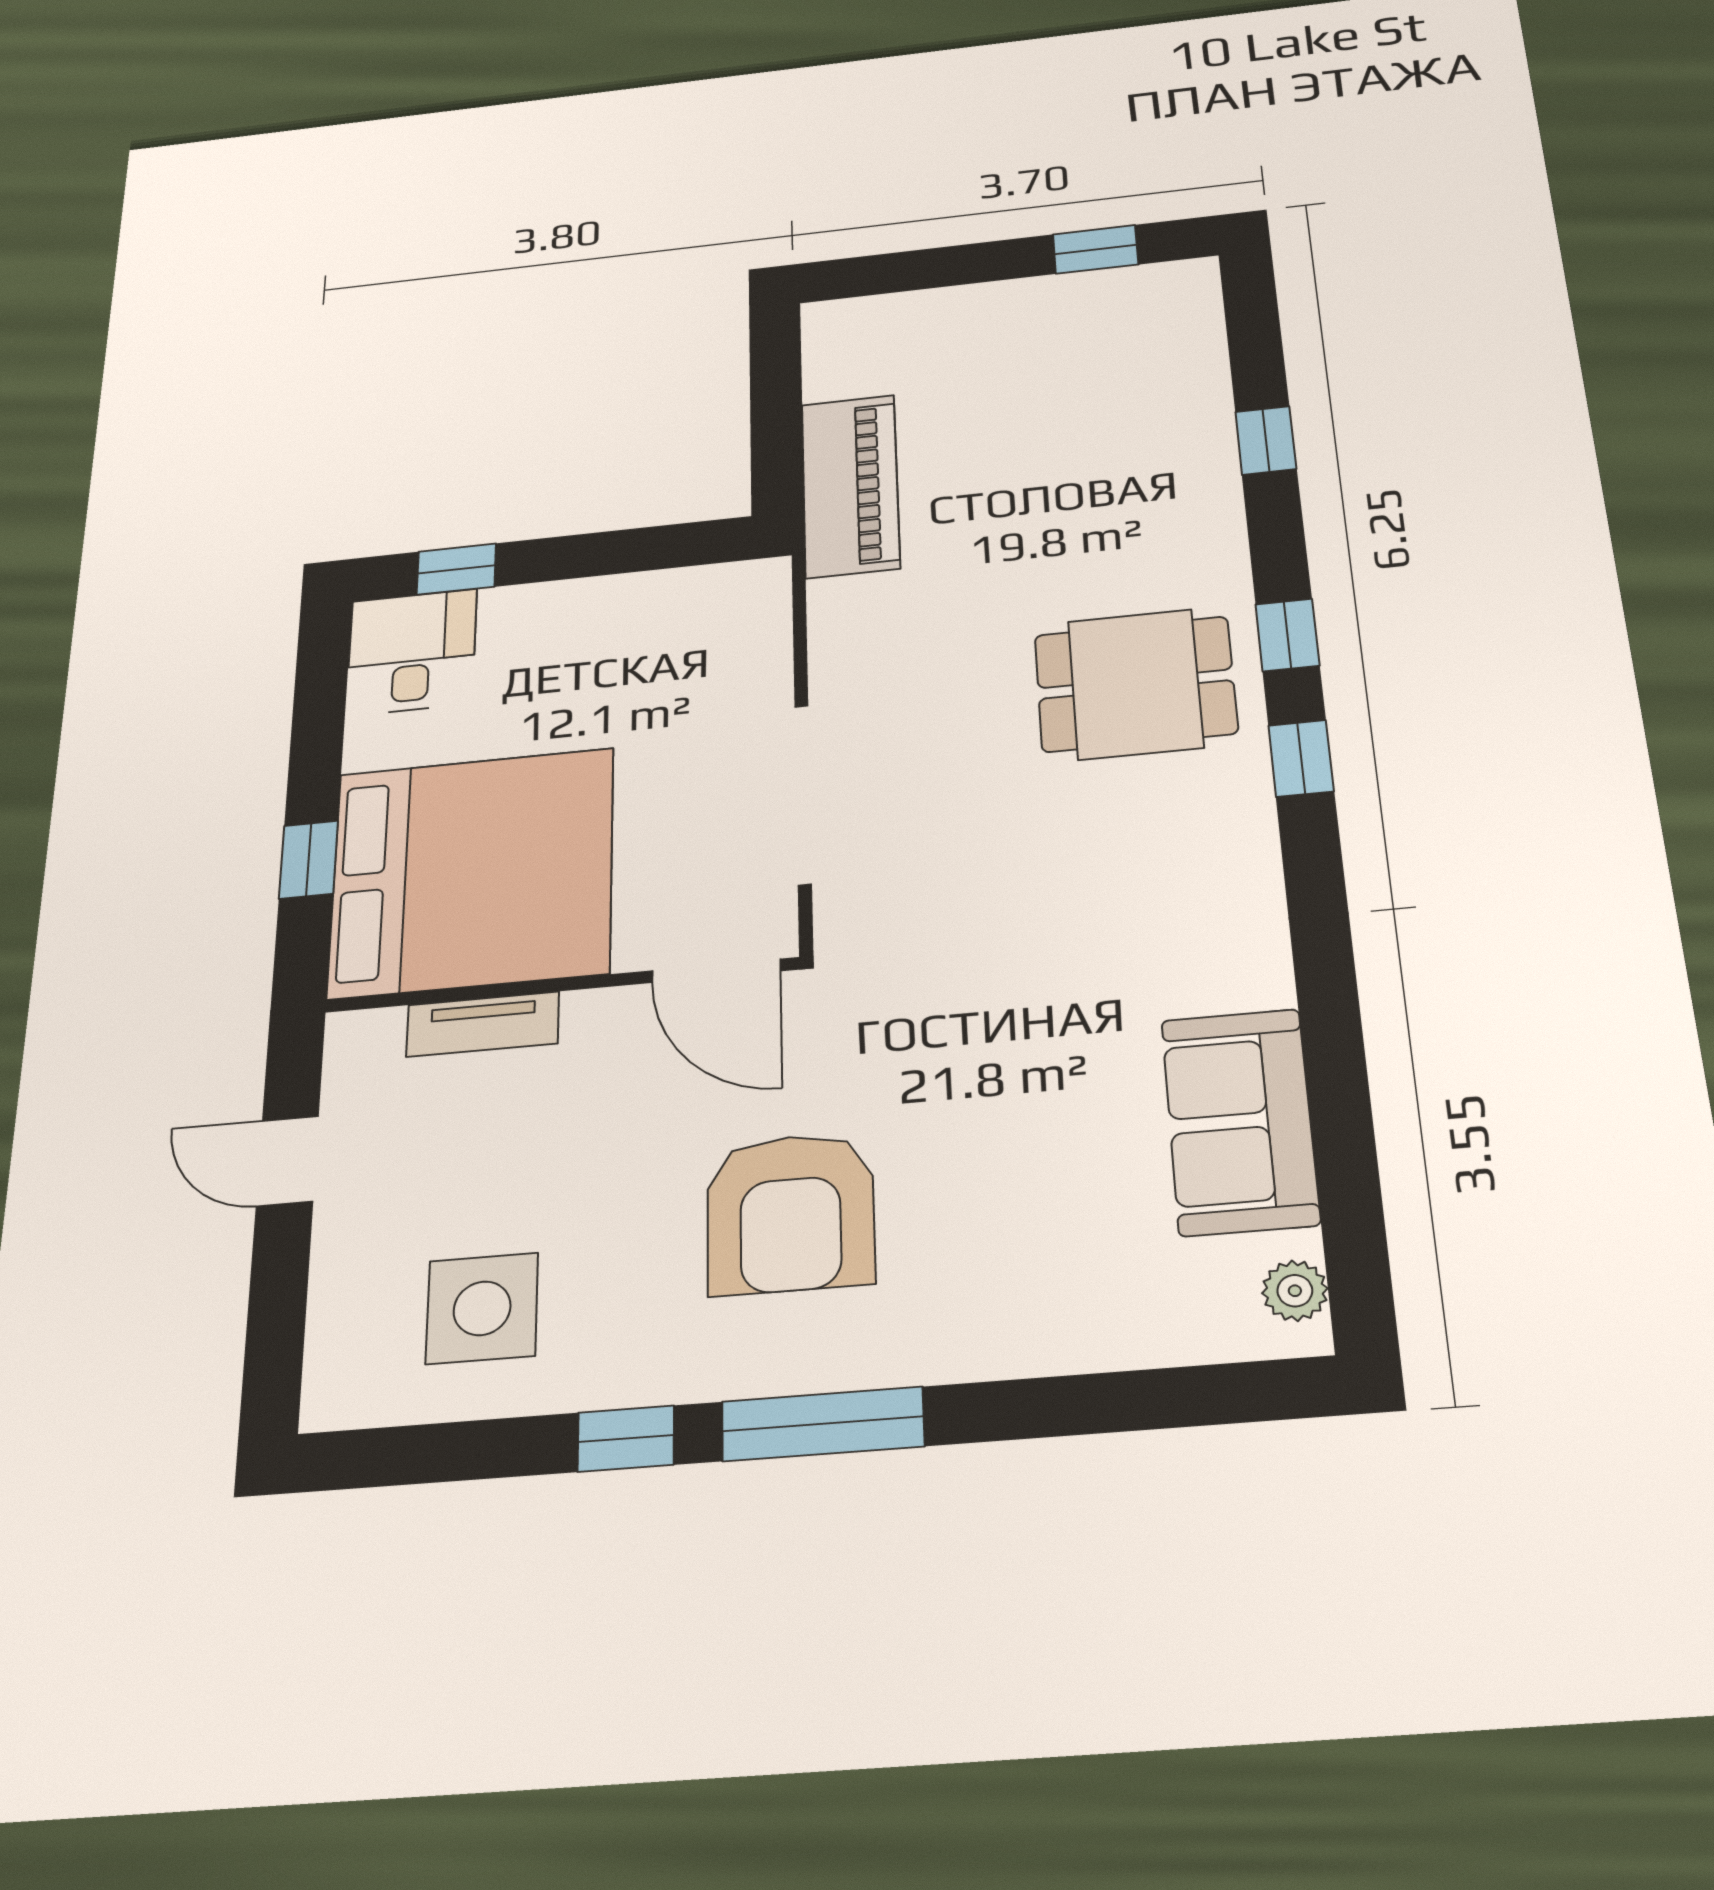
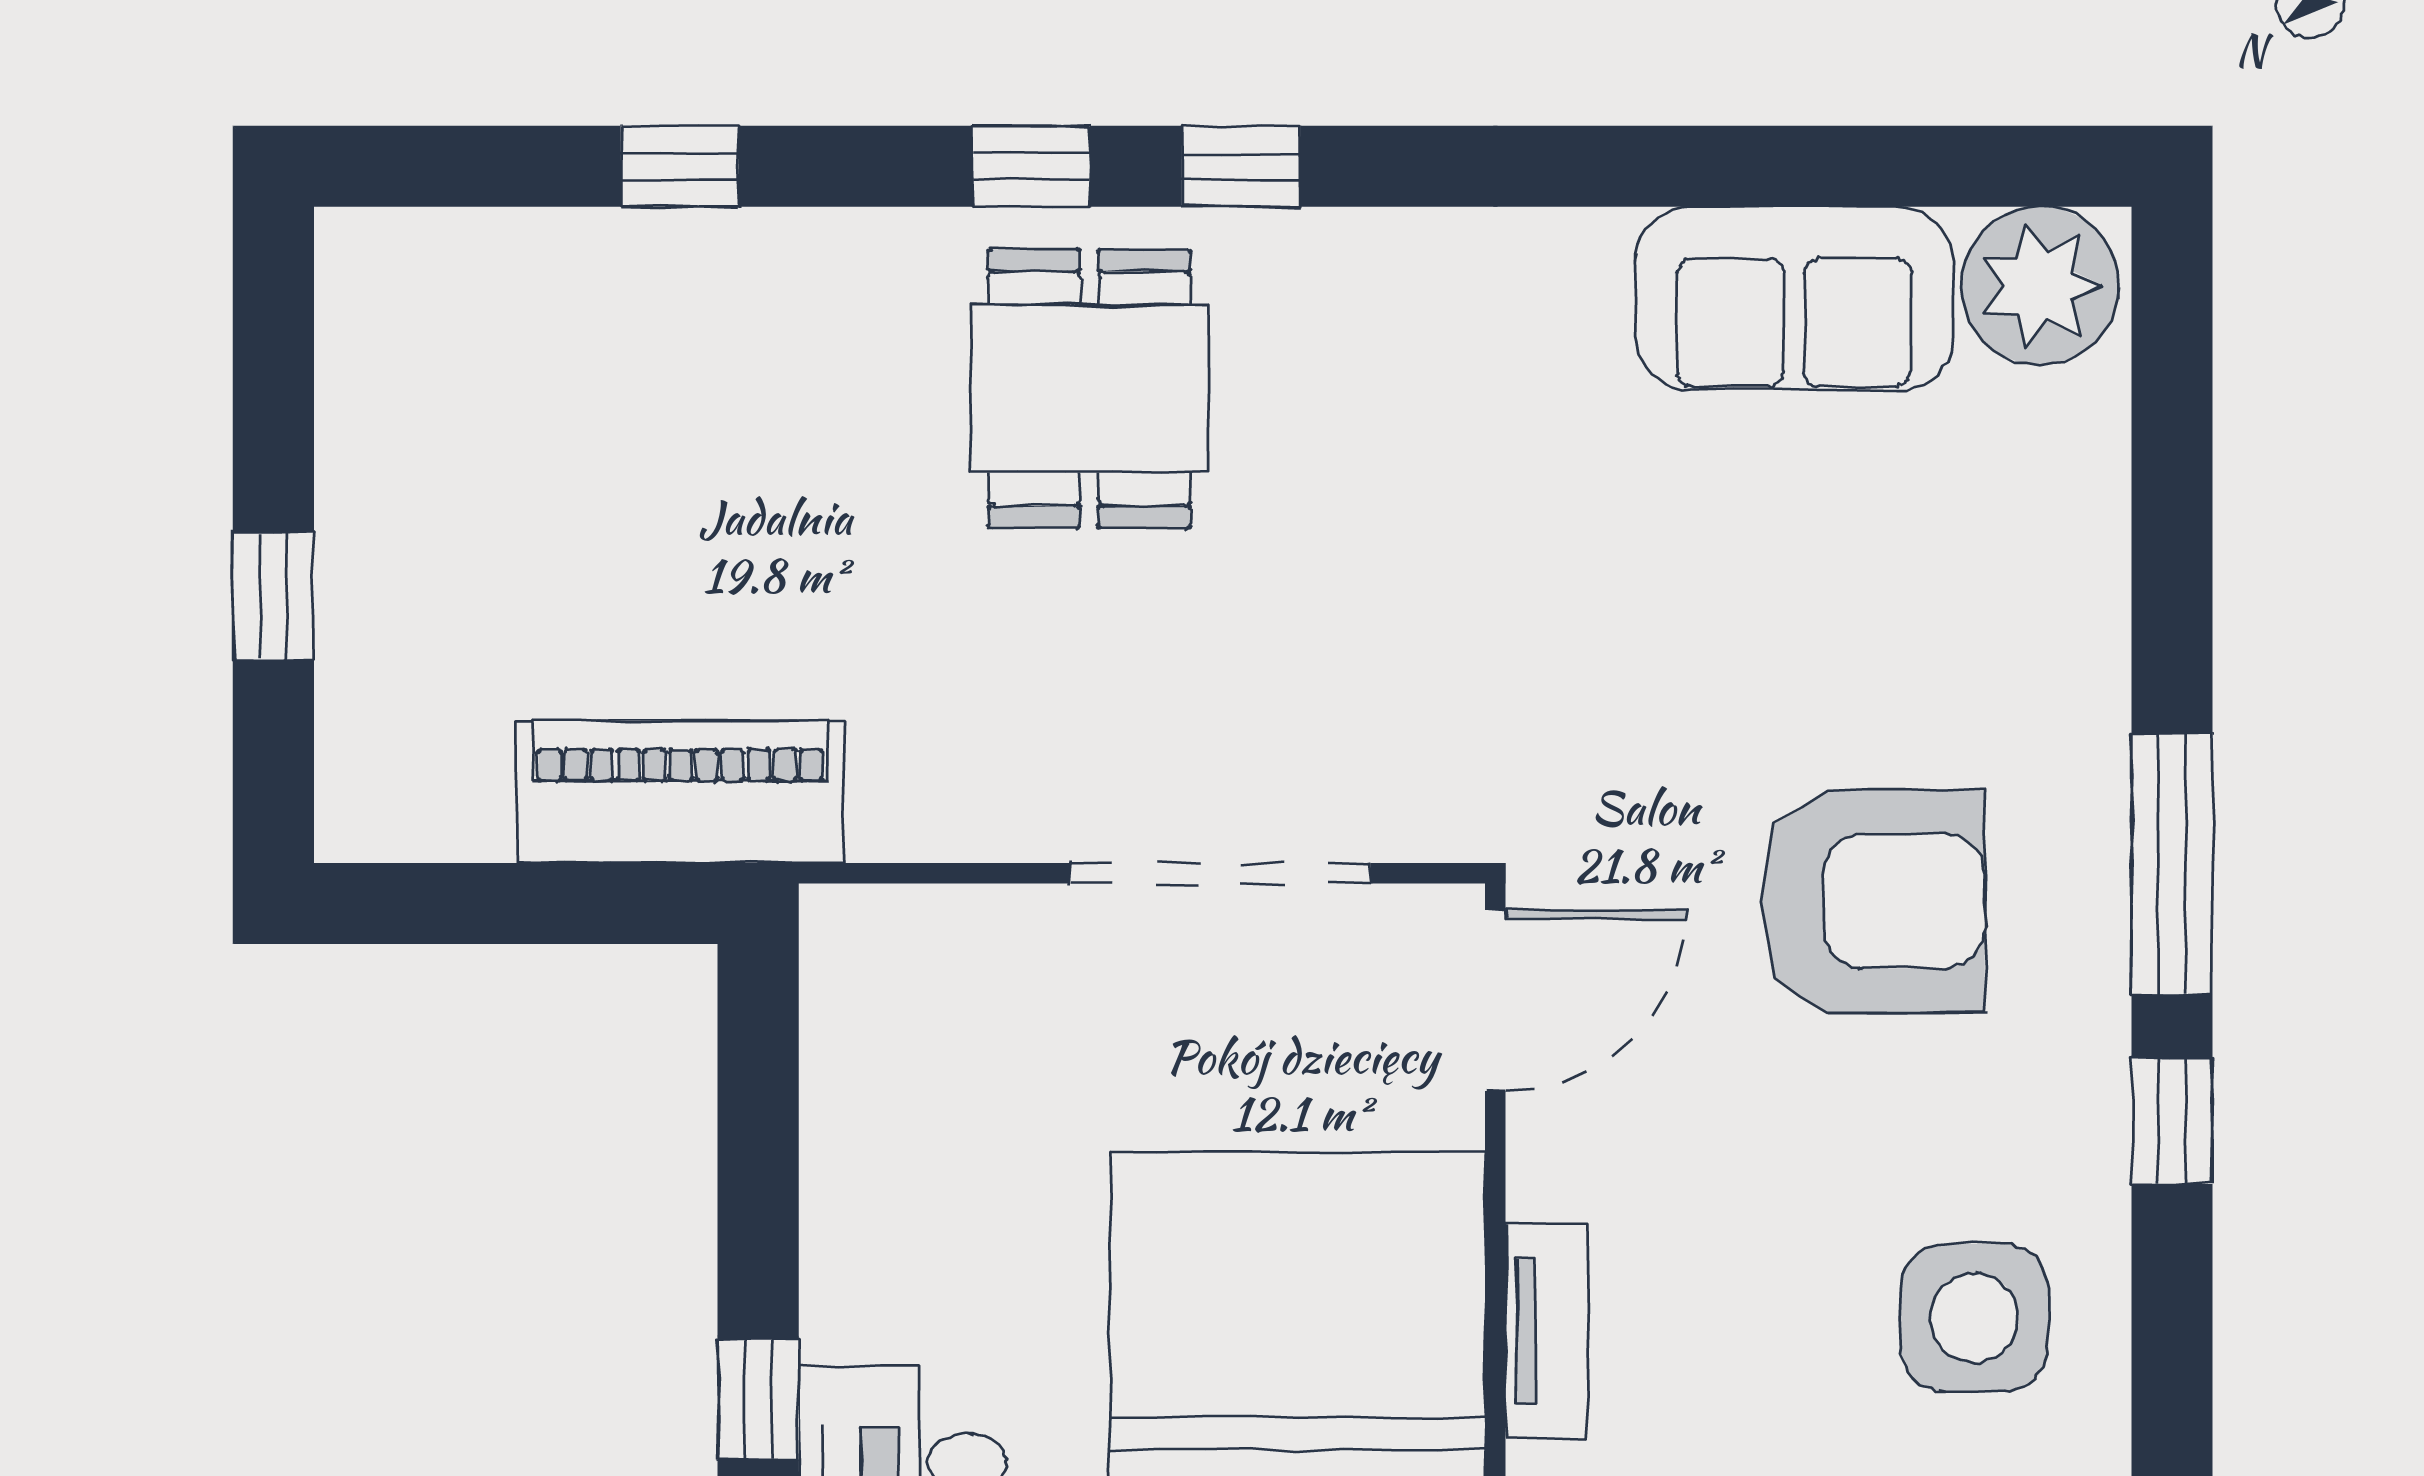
window: (1095, 249) -> (273, 596), moved
plant: (1295, 1291) -> (2040, 286), width x1.88, depth x1.88

